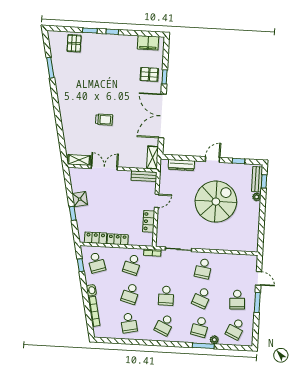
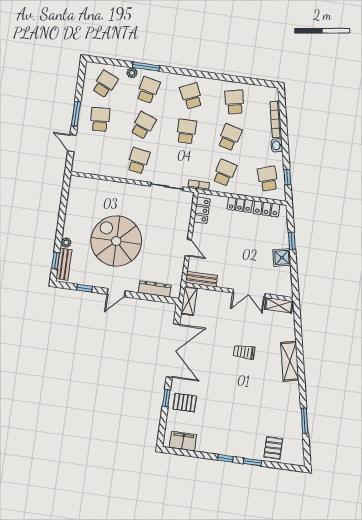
shelving: (66, 115) -> (290, 361), added
door: (157, 201) -> (188, 248), swing flipped
spiral stairs: (216, 202) -> (116, 241), turned 90
locker: (149, 221) -> (202, 210), moved
school desk: (164, 325) -> (191, 96), turned -48

